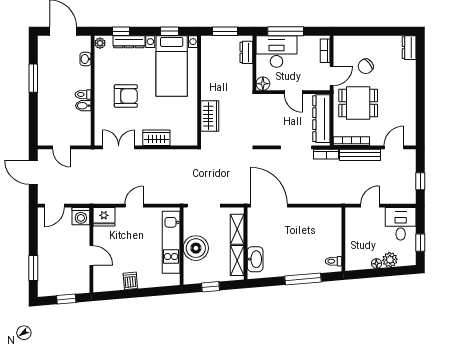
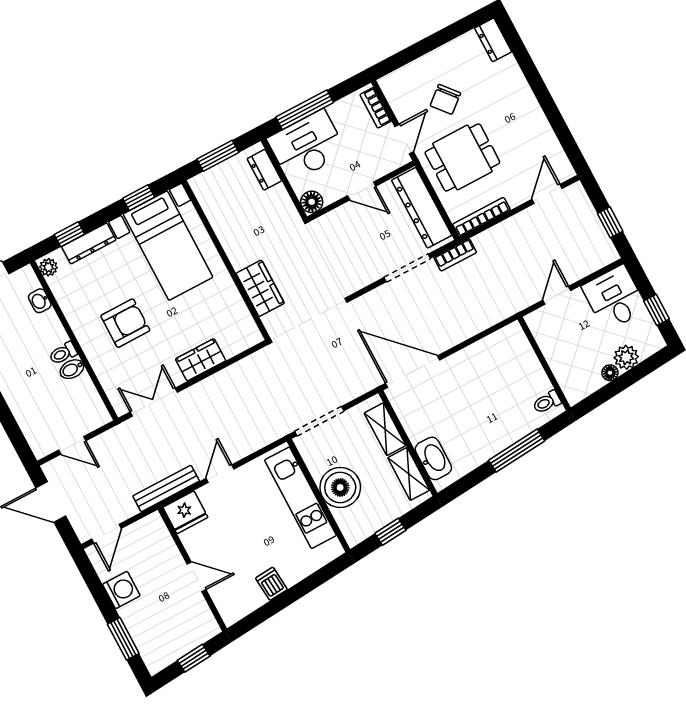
bench: (360, 155) -> (166, 489), moved
washing machine: (81, 216) -> (121, 590), moved, turned -90

